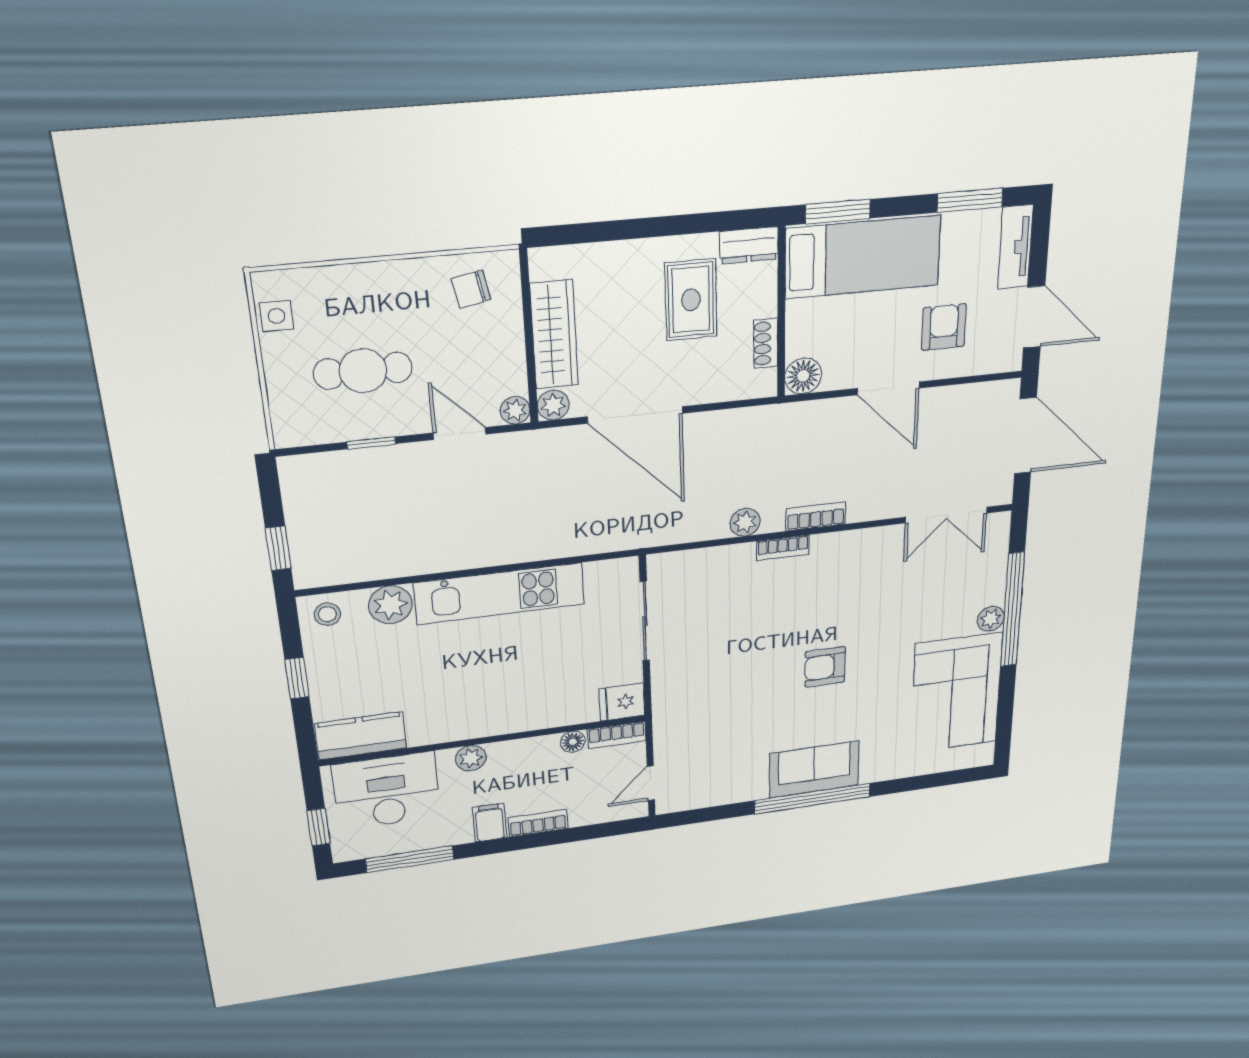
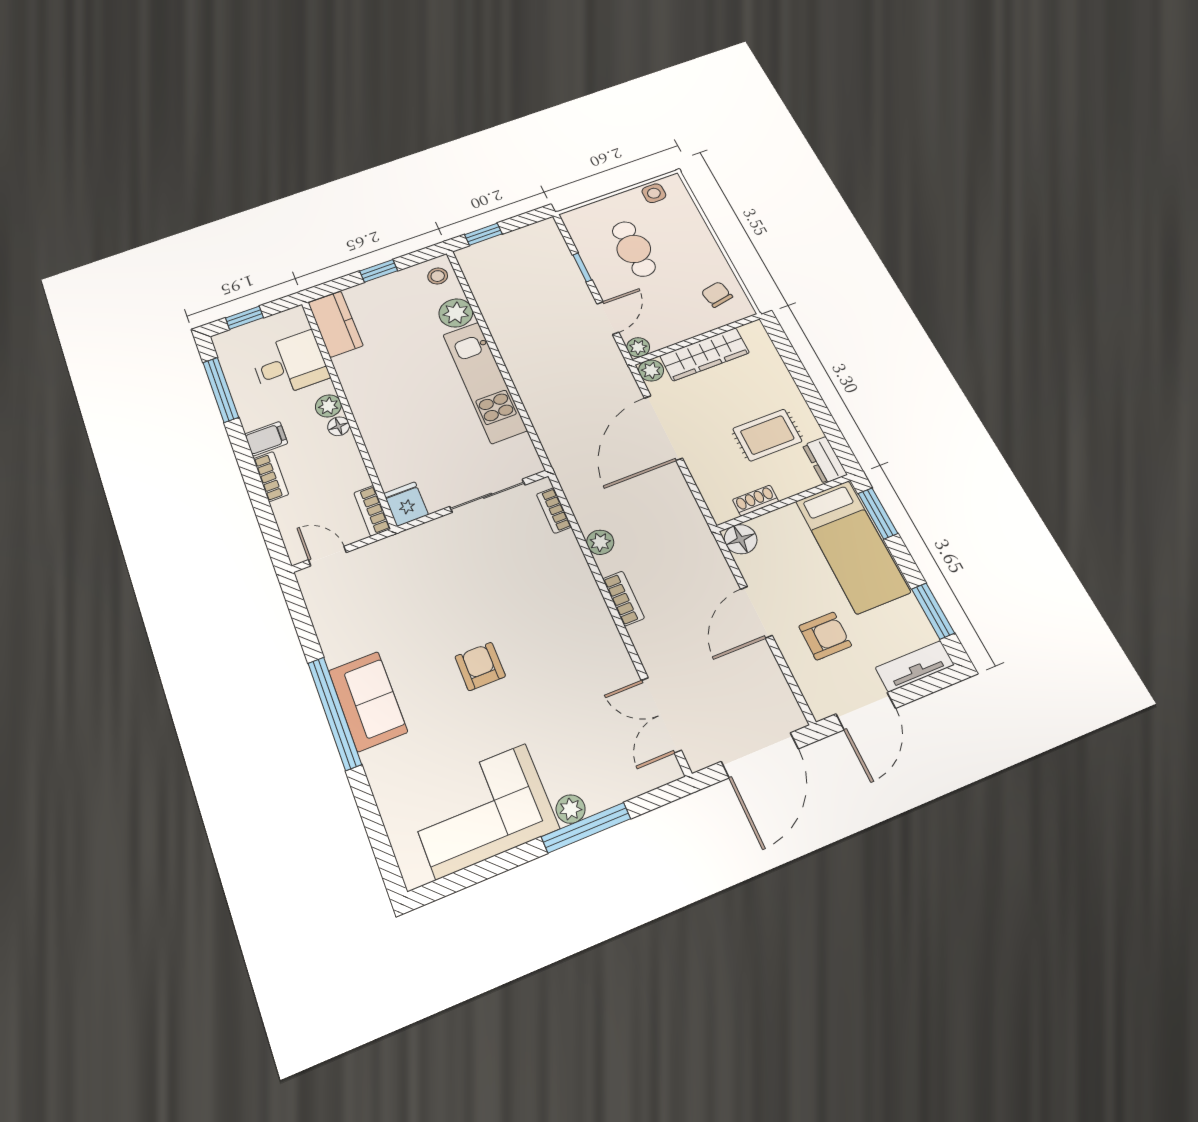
bookcase: (783, 548) -> (554, 511), moved
window: (1013, 610) -> (586, 828), width x0.68
floor lamp: (573, 742) -> (339, 426), moved
desk: (387, 791) -> (290, 364), width x0.73

